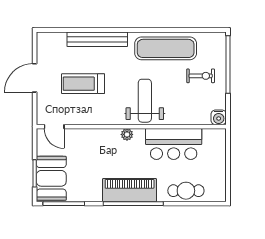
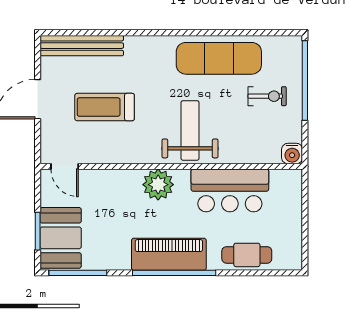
bench: (97, 39) -> (82, 46), moved
plant: (127, 134) -> (158, 185), width x1.88, depth x1.88

